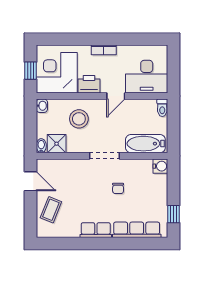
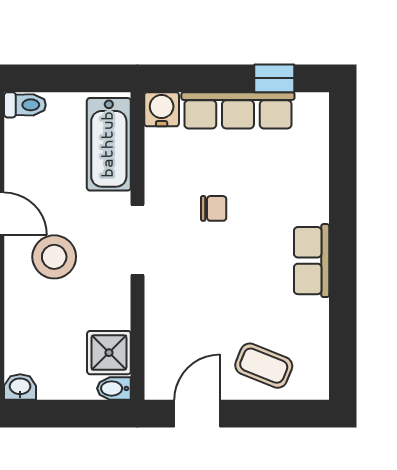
stool: (79, 119) -> (54, 257), moved
row of seats: (137, 230) -> (238, 110), moved, turned -90

